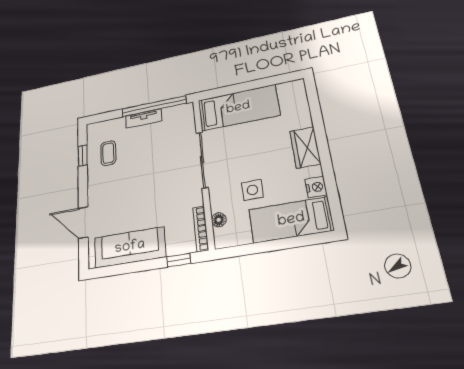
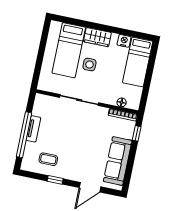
window: (154, 106) -> (24, 135), moved
bed: (238, 108) -> (69, 50), moved, turned 180
window: (83, 155) -> (55, 180), moved
side table: (252, 190) -> (89, 65), moved

